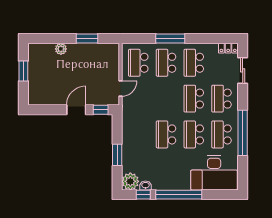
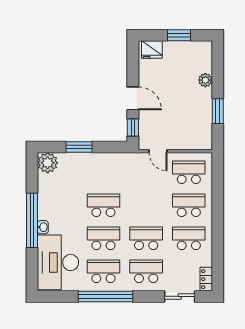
window: (170, 38) -> (218, 210), removed
fridge: (35, 94) -> (152, 50), added
washbasin: (146, 185) -> (43, 227), moved
window: (143, 195) -> (32, 178), removed

